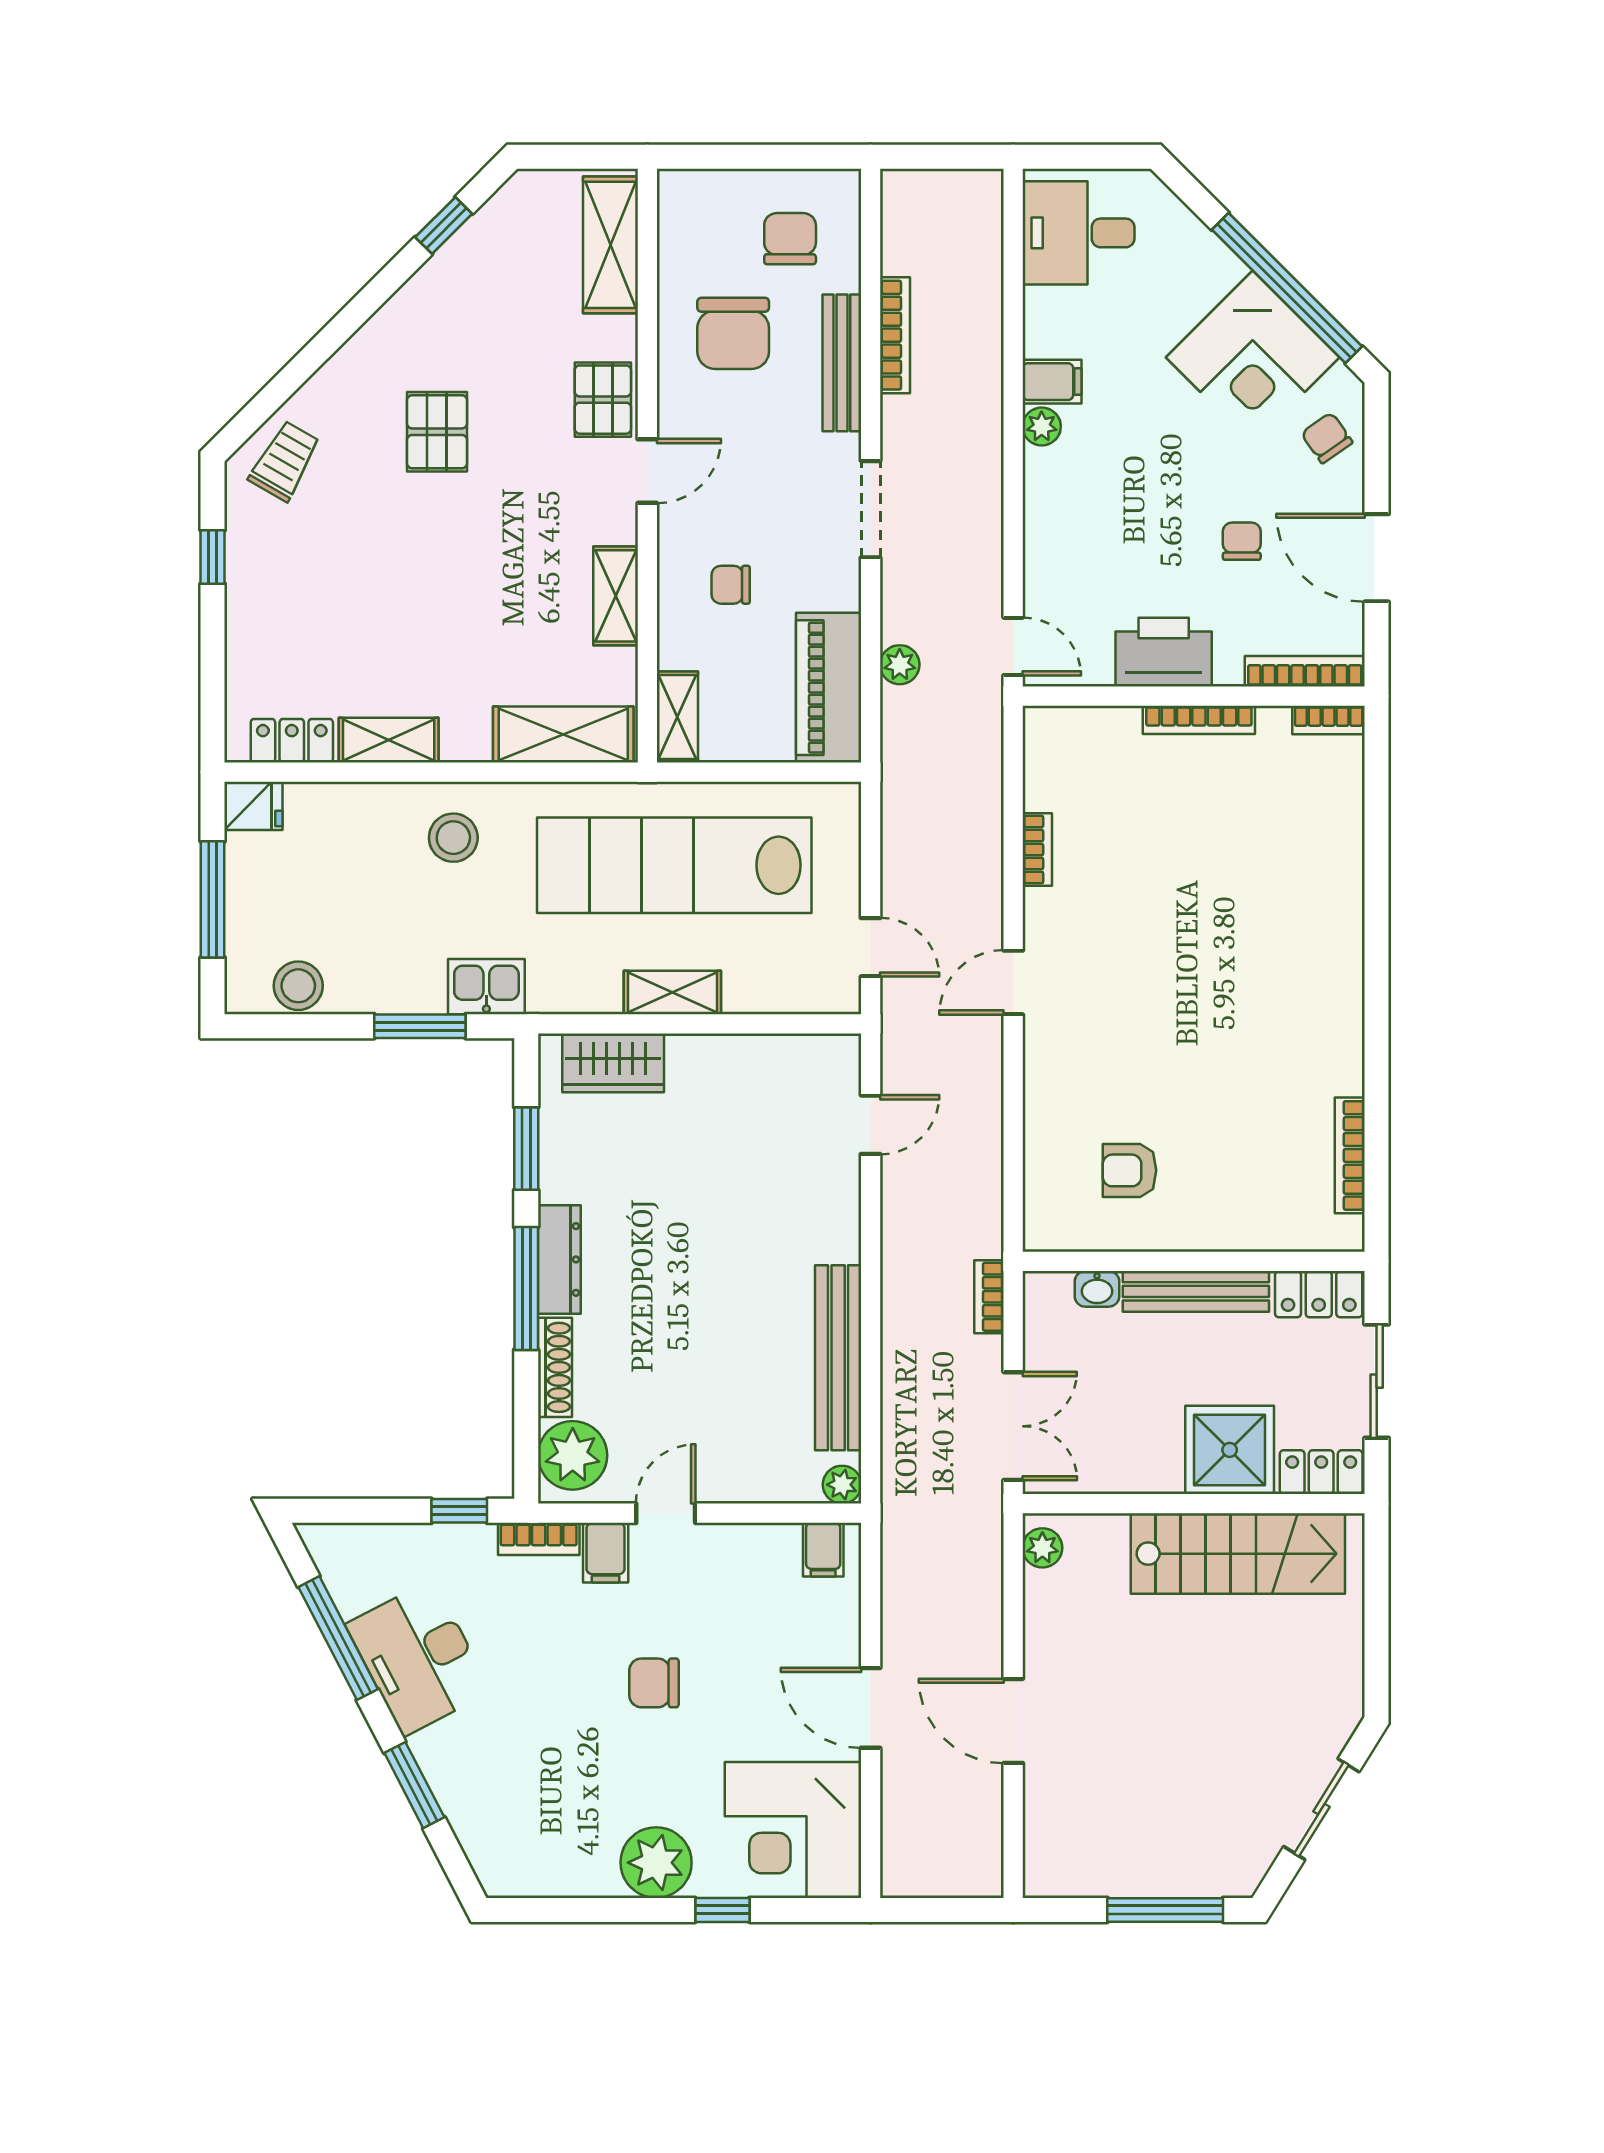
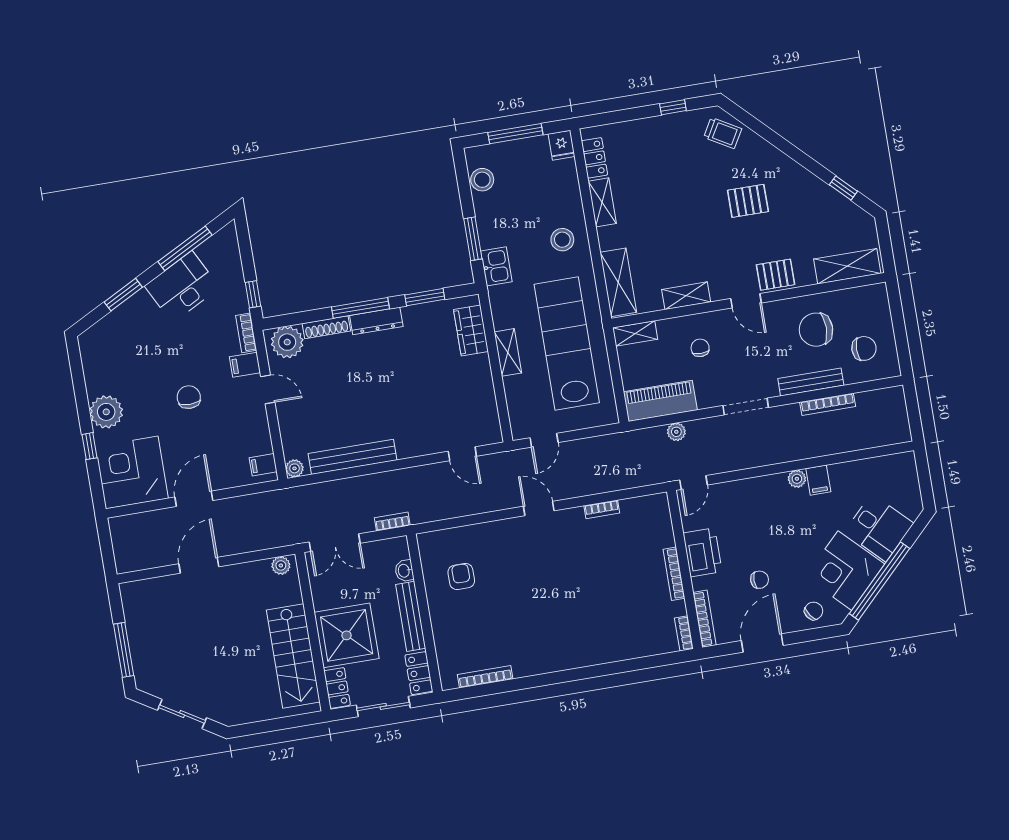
desk: (1078, 233) -> (879, 528), moved, turned 135
shower: (1230, 1450) -> (347, 635), width x1.37, depth x1.37

